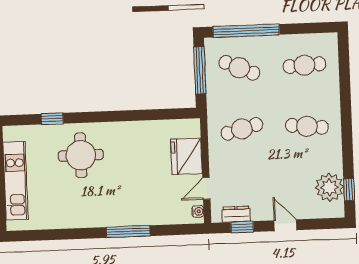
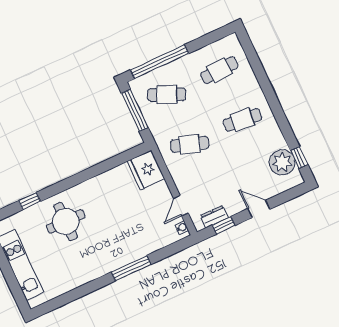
cafe table: (242, 129) -> (190, 144), turned 33
fridge: (186, 156) -> (146, 170), moved

